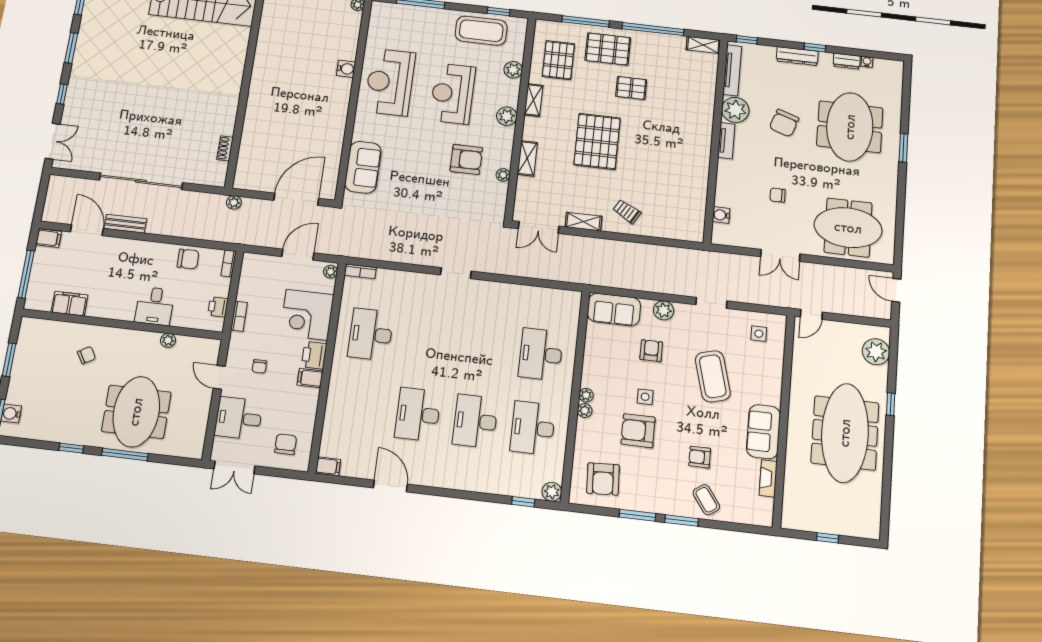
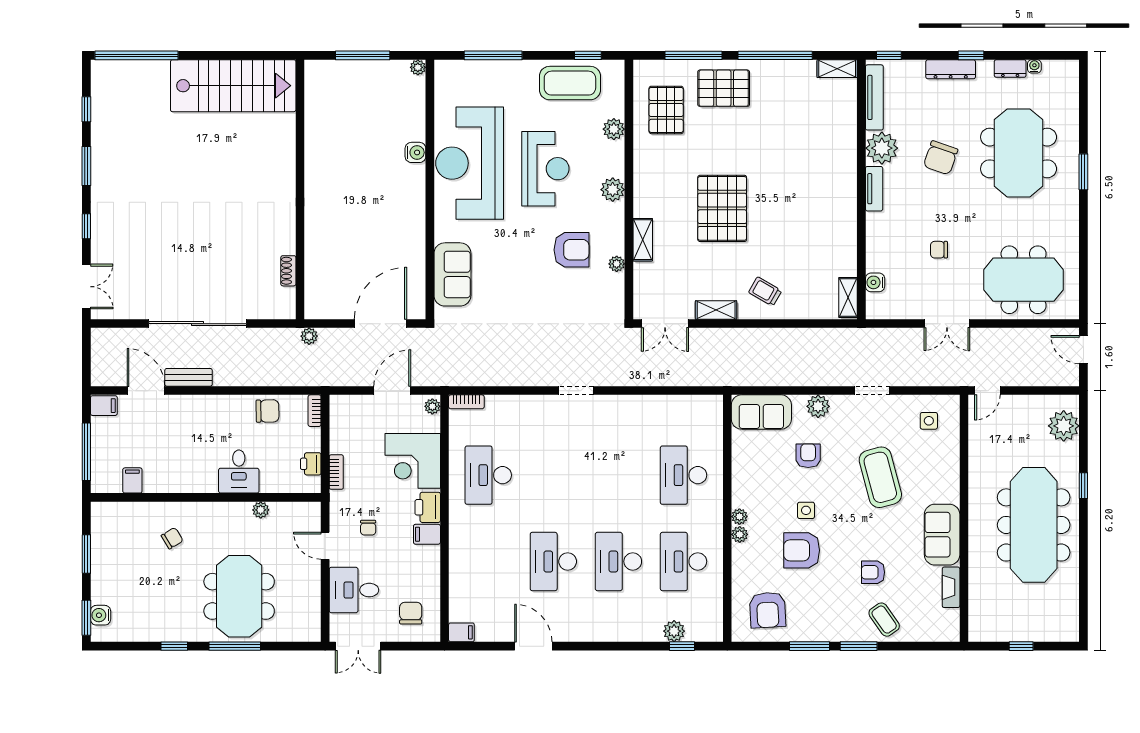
reception desk: (390, 82) -> (470, 163), width x1.36, depth x1.30
pallet: (631, 88) -> (756, 135), removed
reception desk: (452, 94) -> (545, 169), turned 180
shelving: (534, 100) -> (848, 297), moved
filing cabinet: (69, 304) -> (132, 480), width x0.50
plant: (552, 492) -> (674, 631), moved

